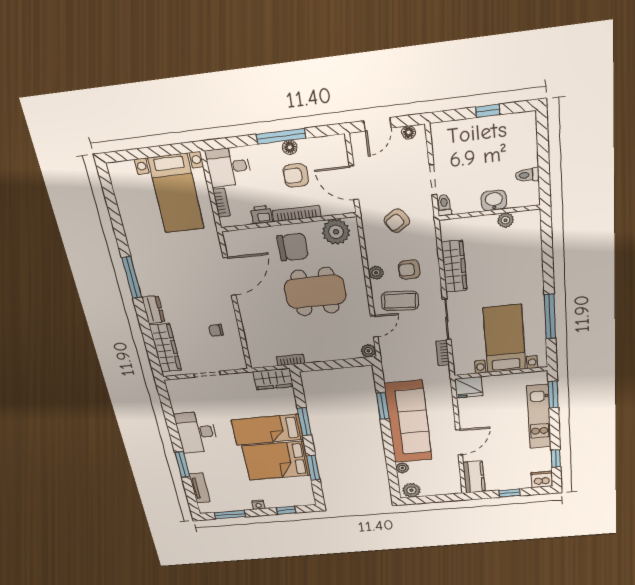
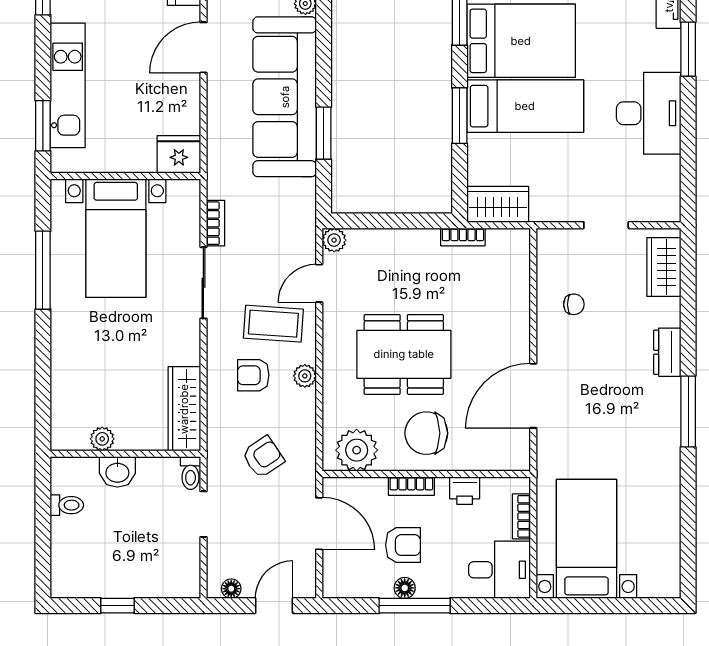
bookcase: (297, 214) -> (411, 486), width x0.64
wardrobe: (454, 266) -> (184, 409), moved
armchair: (409, 270) -> (253, 375), turned 180
wardrobe: (165, 348) -> (664, 267), width x0.67

